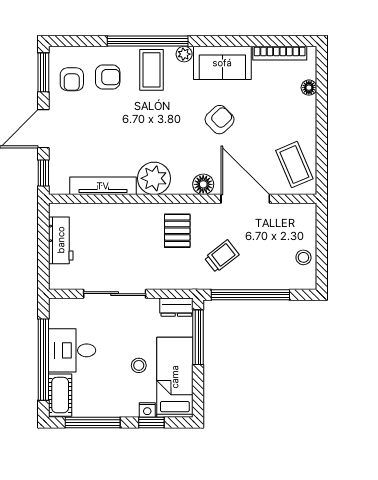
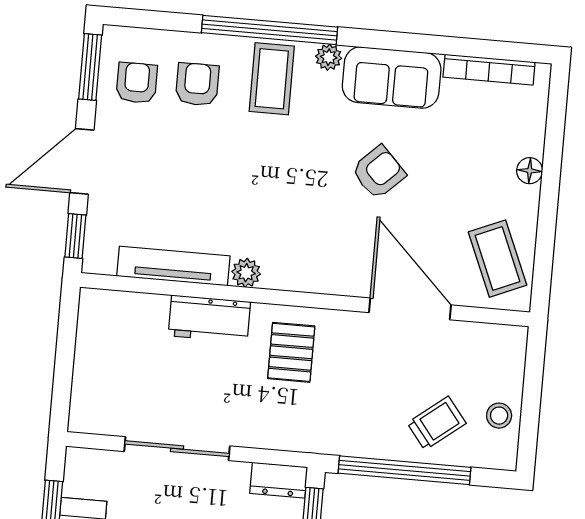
armchair: (108, 77) -> (197, 84), turned -90
armchair: (72, 79) -> (137, 83), turned 180
floor lamp: (309, 88) -> (530, 171), moved
plant: (154, 178) -> (246, 273), width x0.53, depth x0.53
floor lamp: (203, 184) -> (342, 278), removed
workbench: (61, 240) -> (209, 319), moved, turned 90
trolley: (222, 256) -> (437, 423), moved

